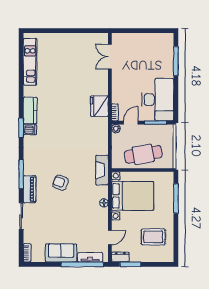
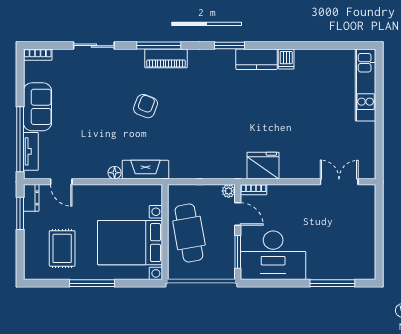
kitchen unit: (30, 62) -> (366, 85), moved, turned 90
dishwasher: (30, 130) -> (286, 59), moved
fireplace: (102, 170) -> (145, 170), moved
piano: (30, 189) -> (166, 58), moved
bed with nightstands: (133, 196) -> (130, 243), moved, turned 90
window: (176, 198) -> (92, 283), moved

